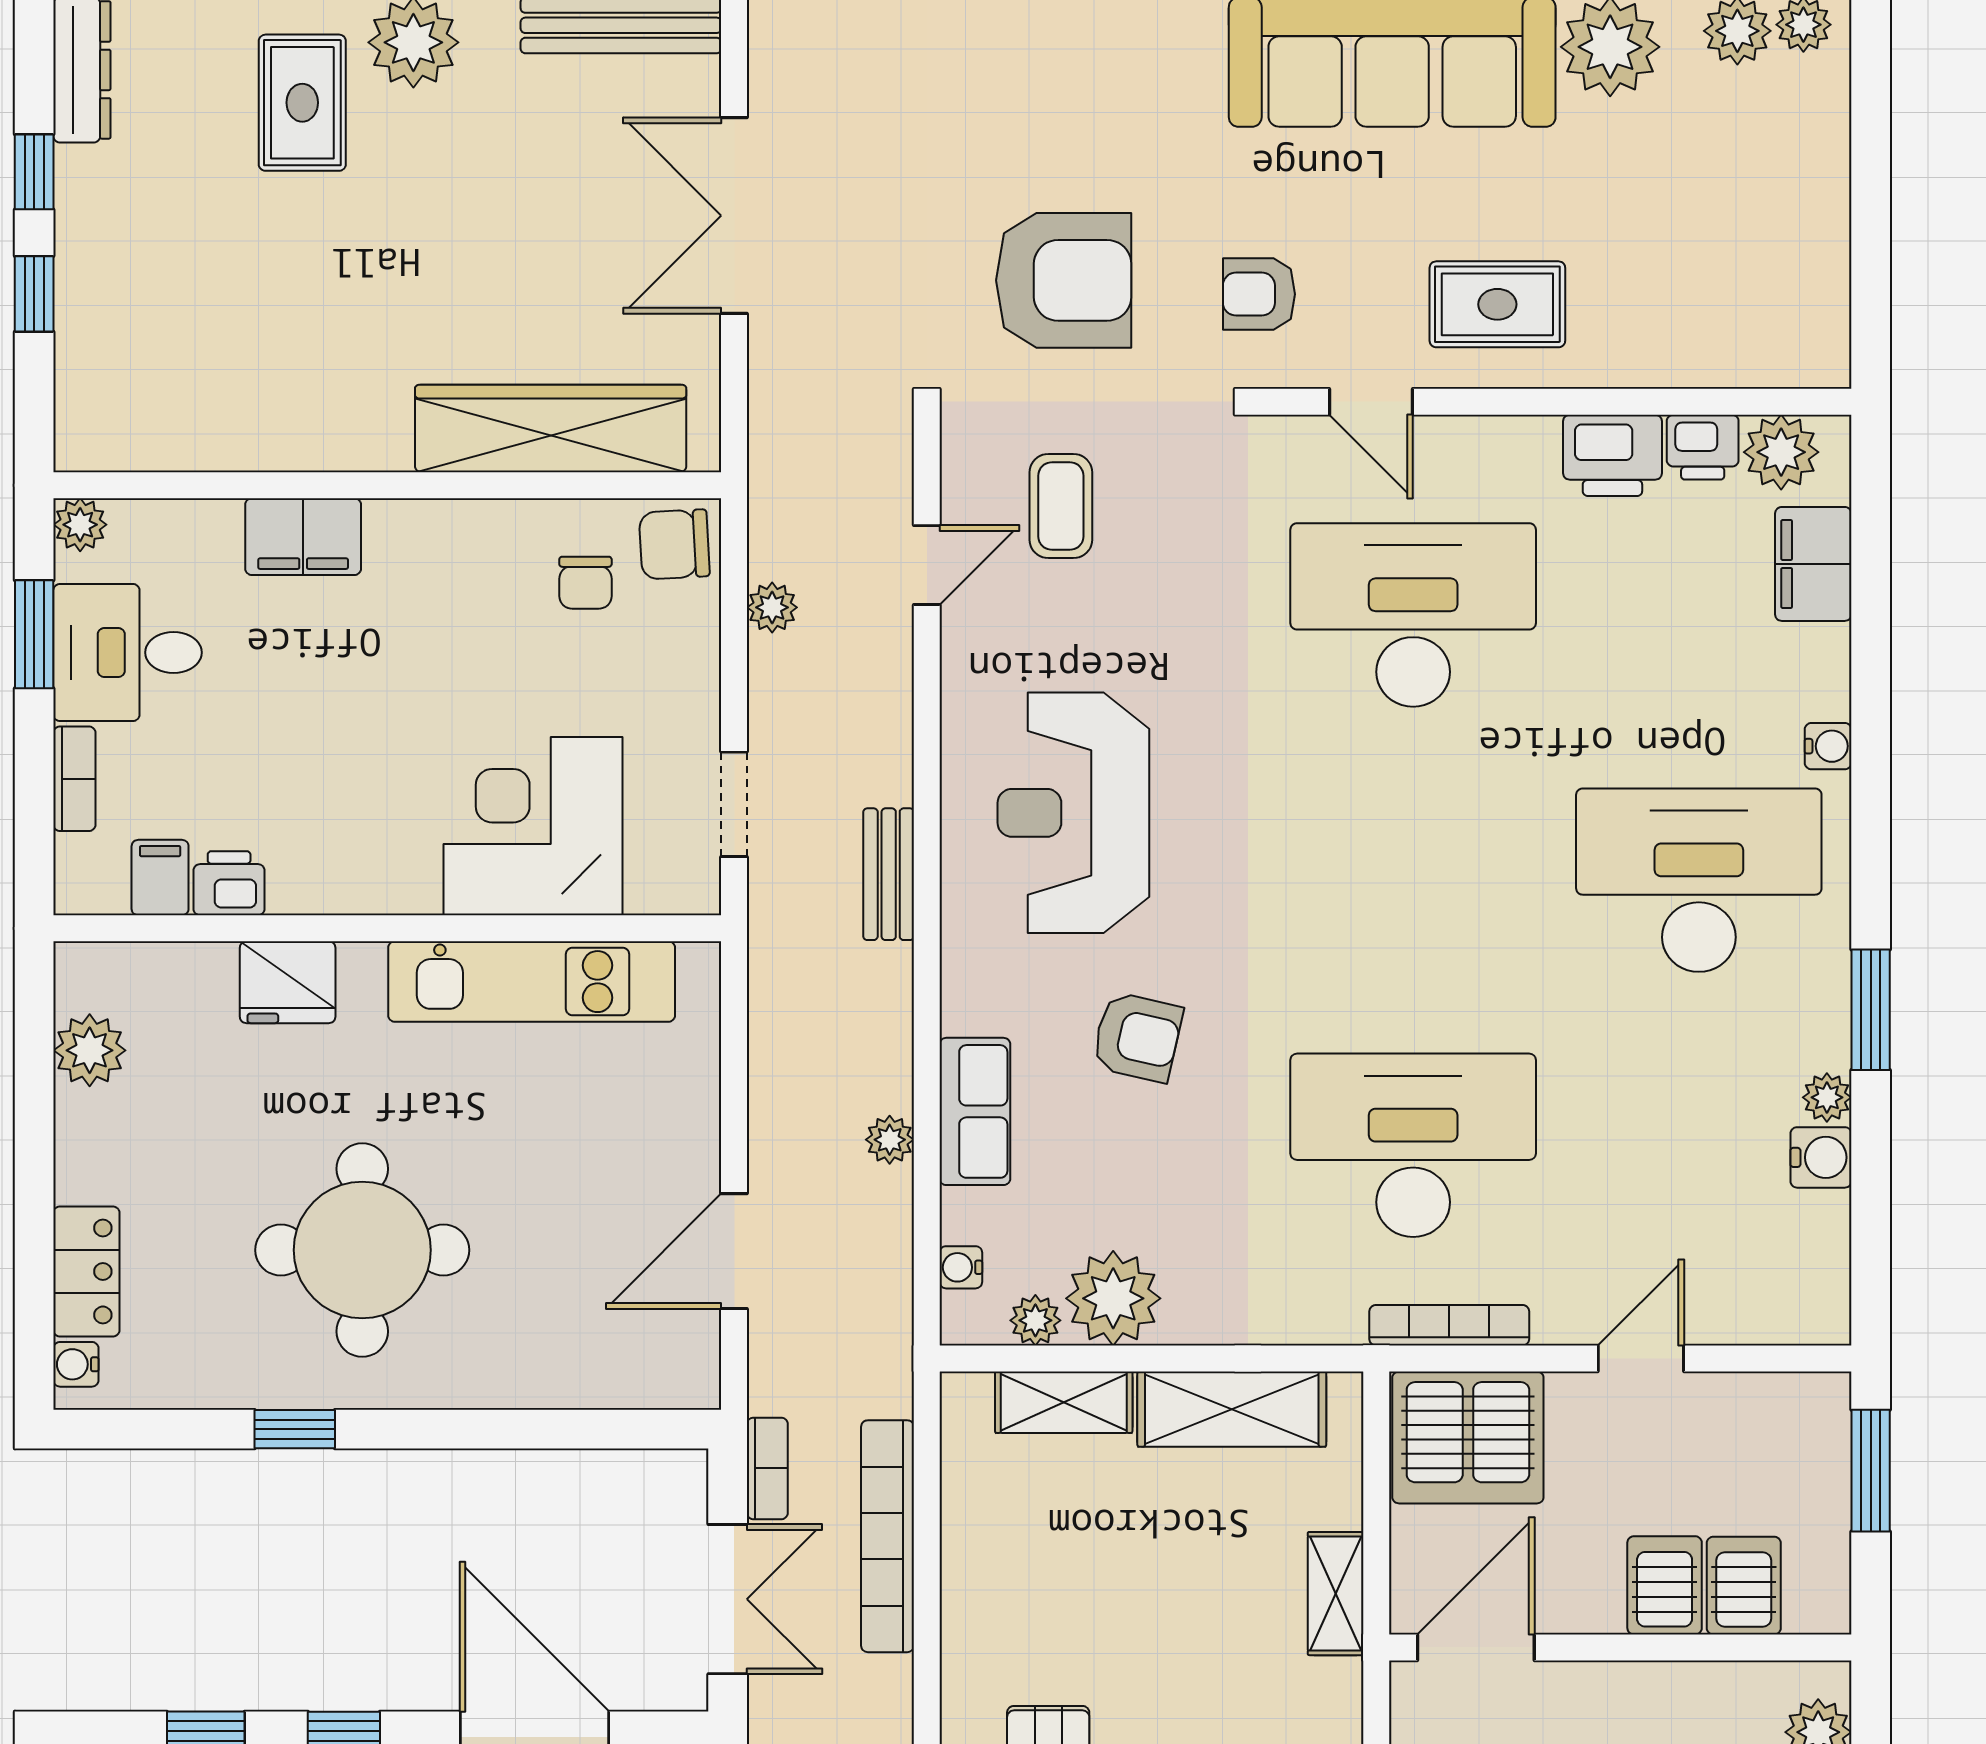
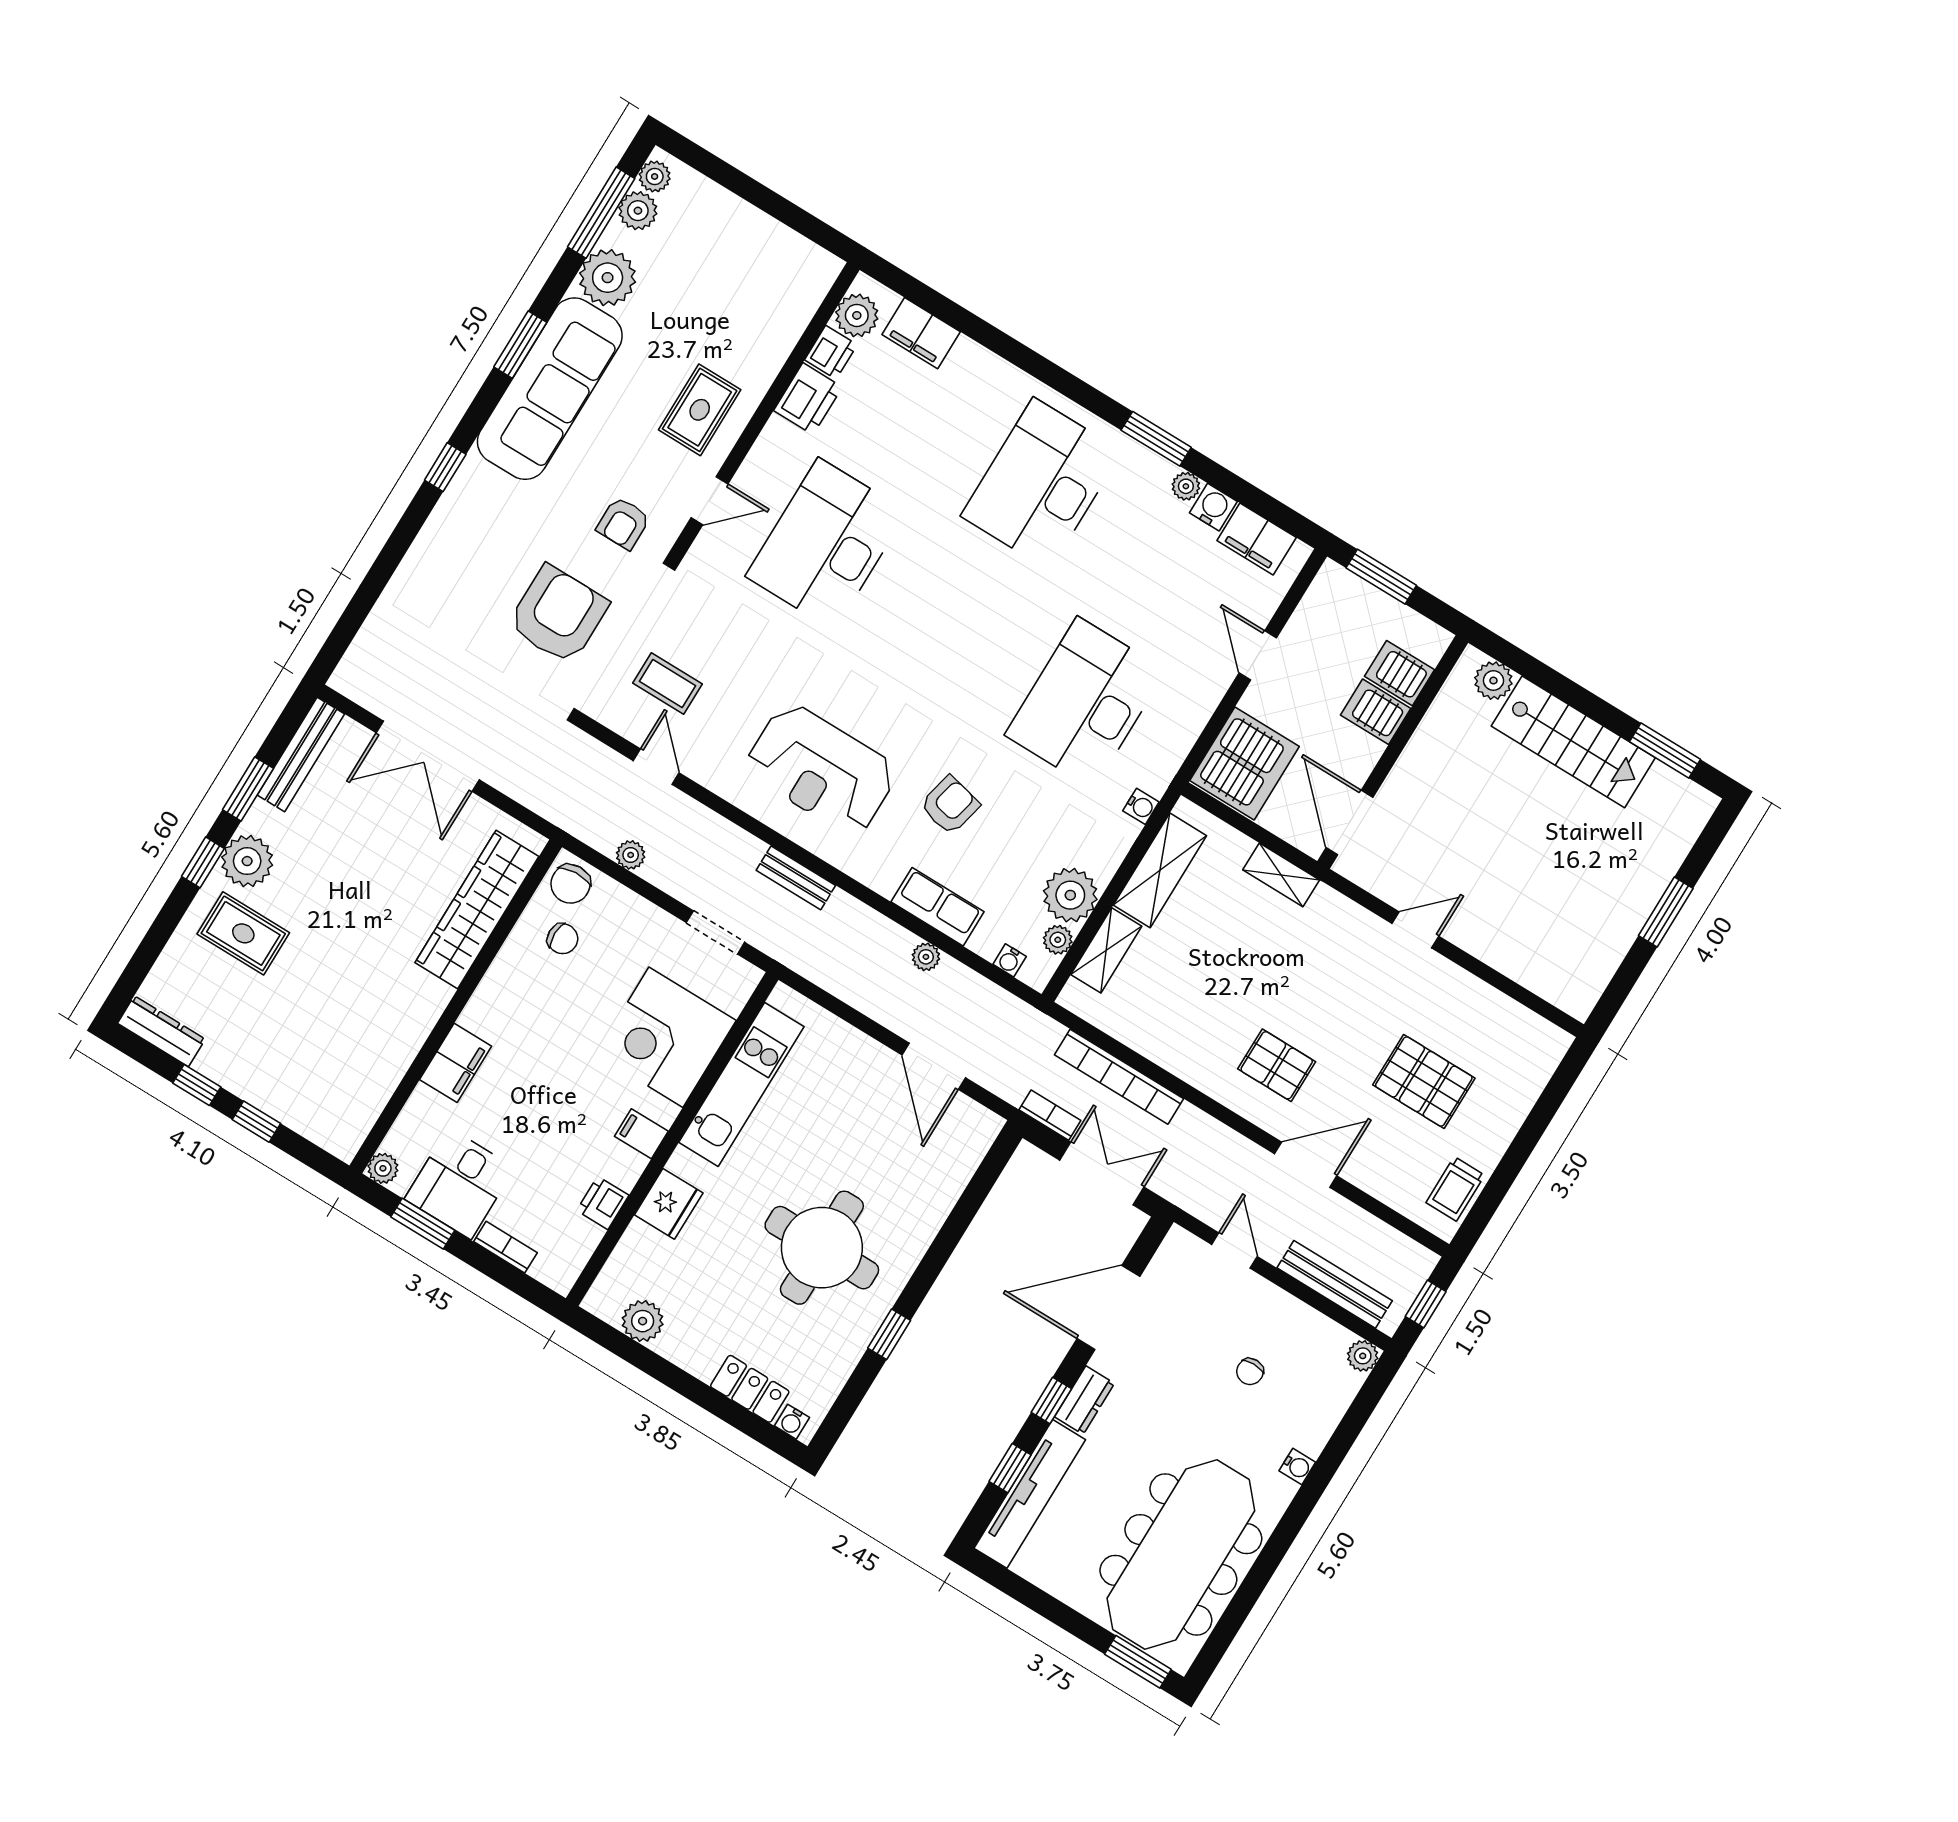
water cooler: (1828, 746) -> (1141, 806), moved, turned 90
filing cabinet: (160, 878) -> (641, 1134), moved
filing cabinet: (1813, 1251) -> (1257, 539), added
bookcase: (1449, 1325) -> (1184, 739), removed

